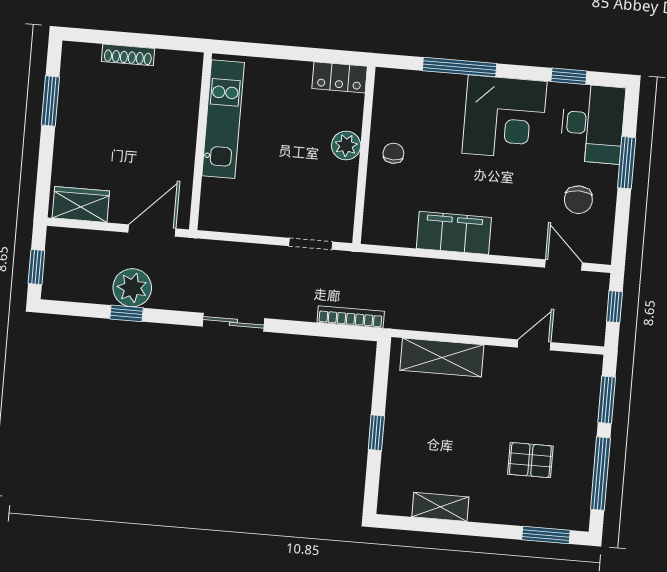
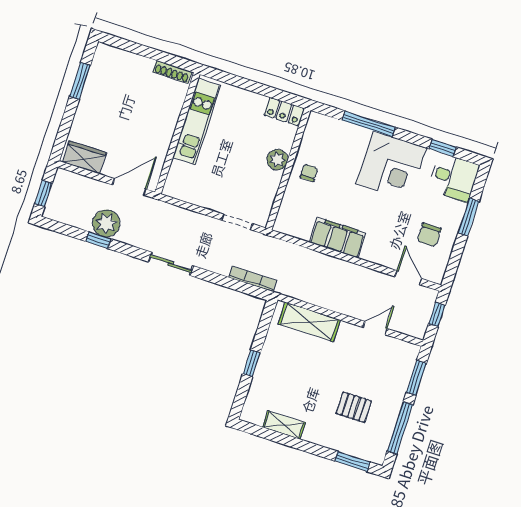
shoe rack: (128, 55) -> (172, 72), moved
desk: (593, 124) -> (454, 178), width x0.73

